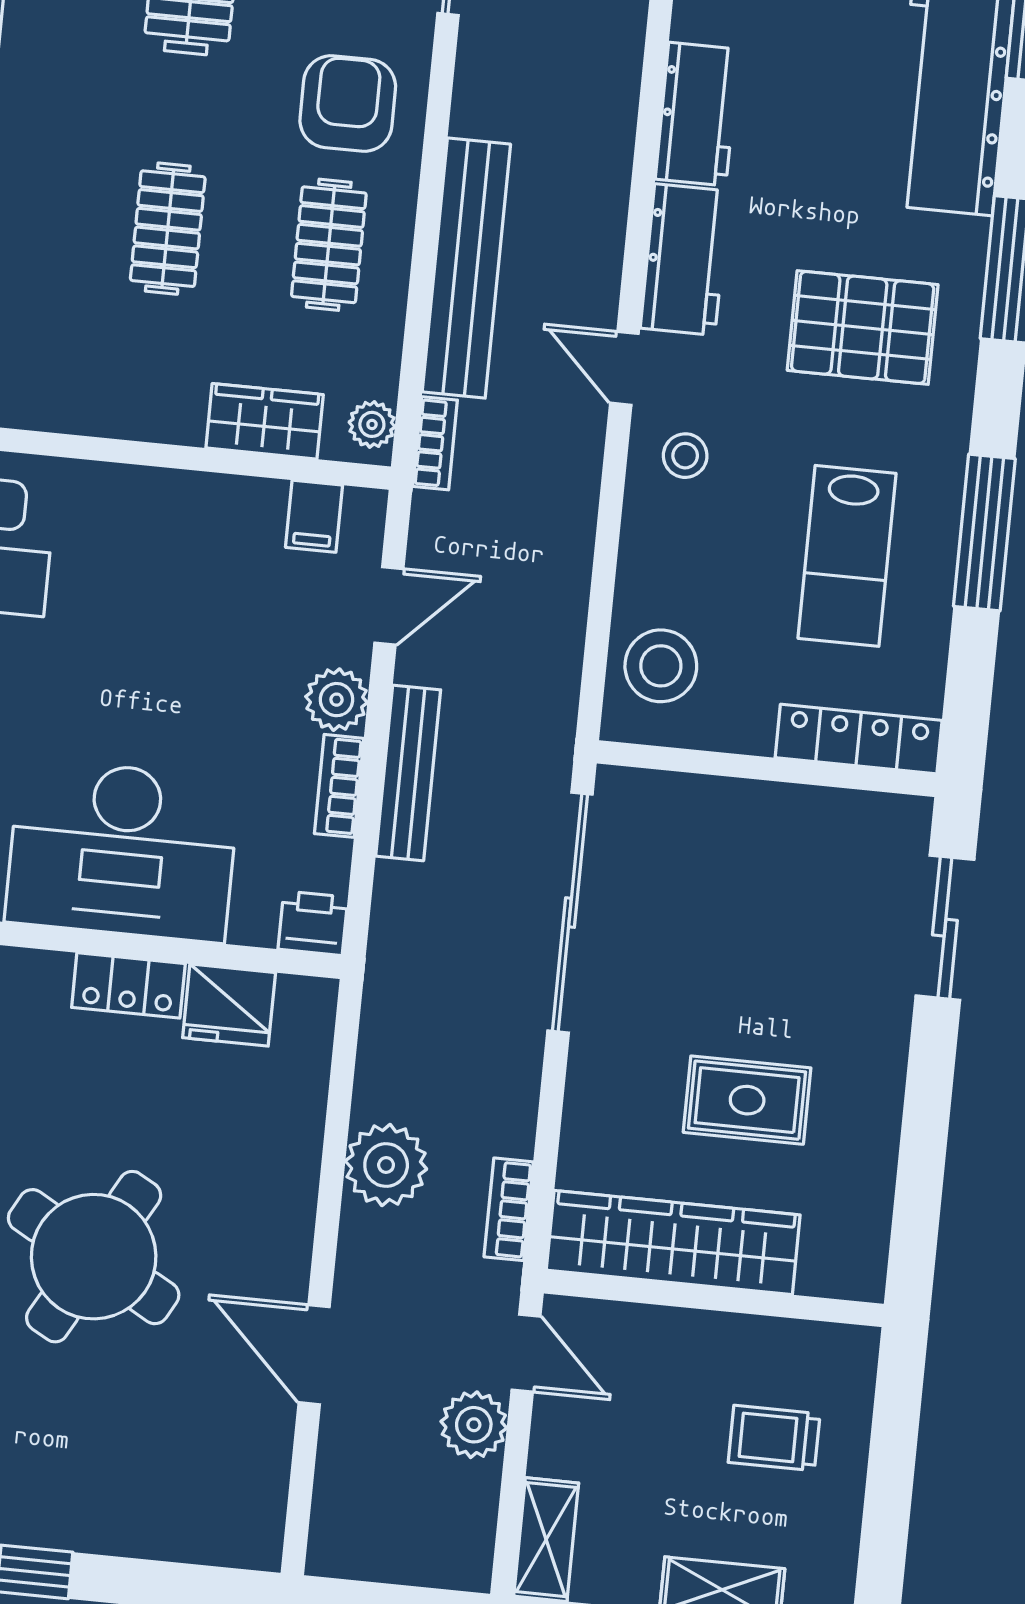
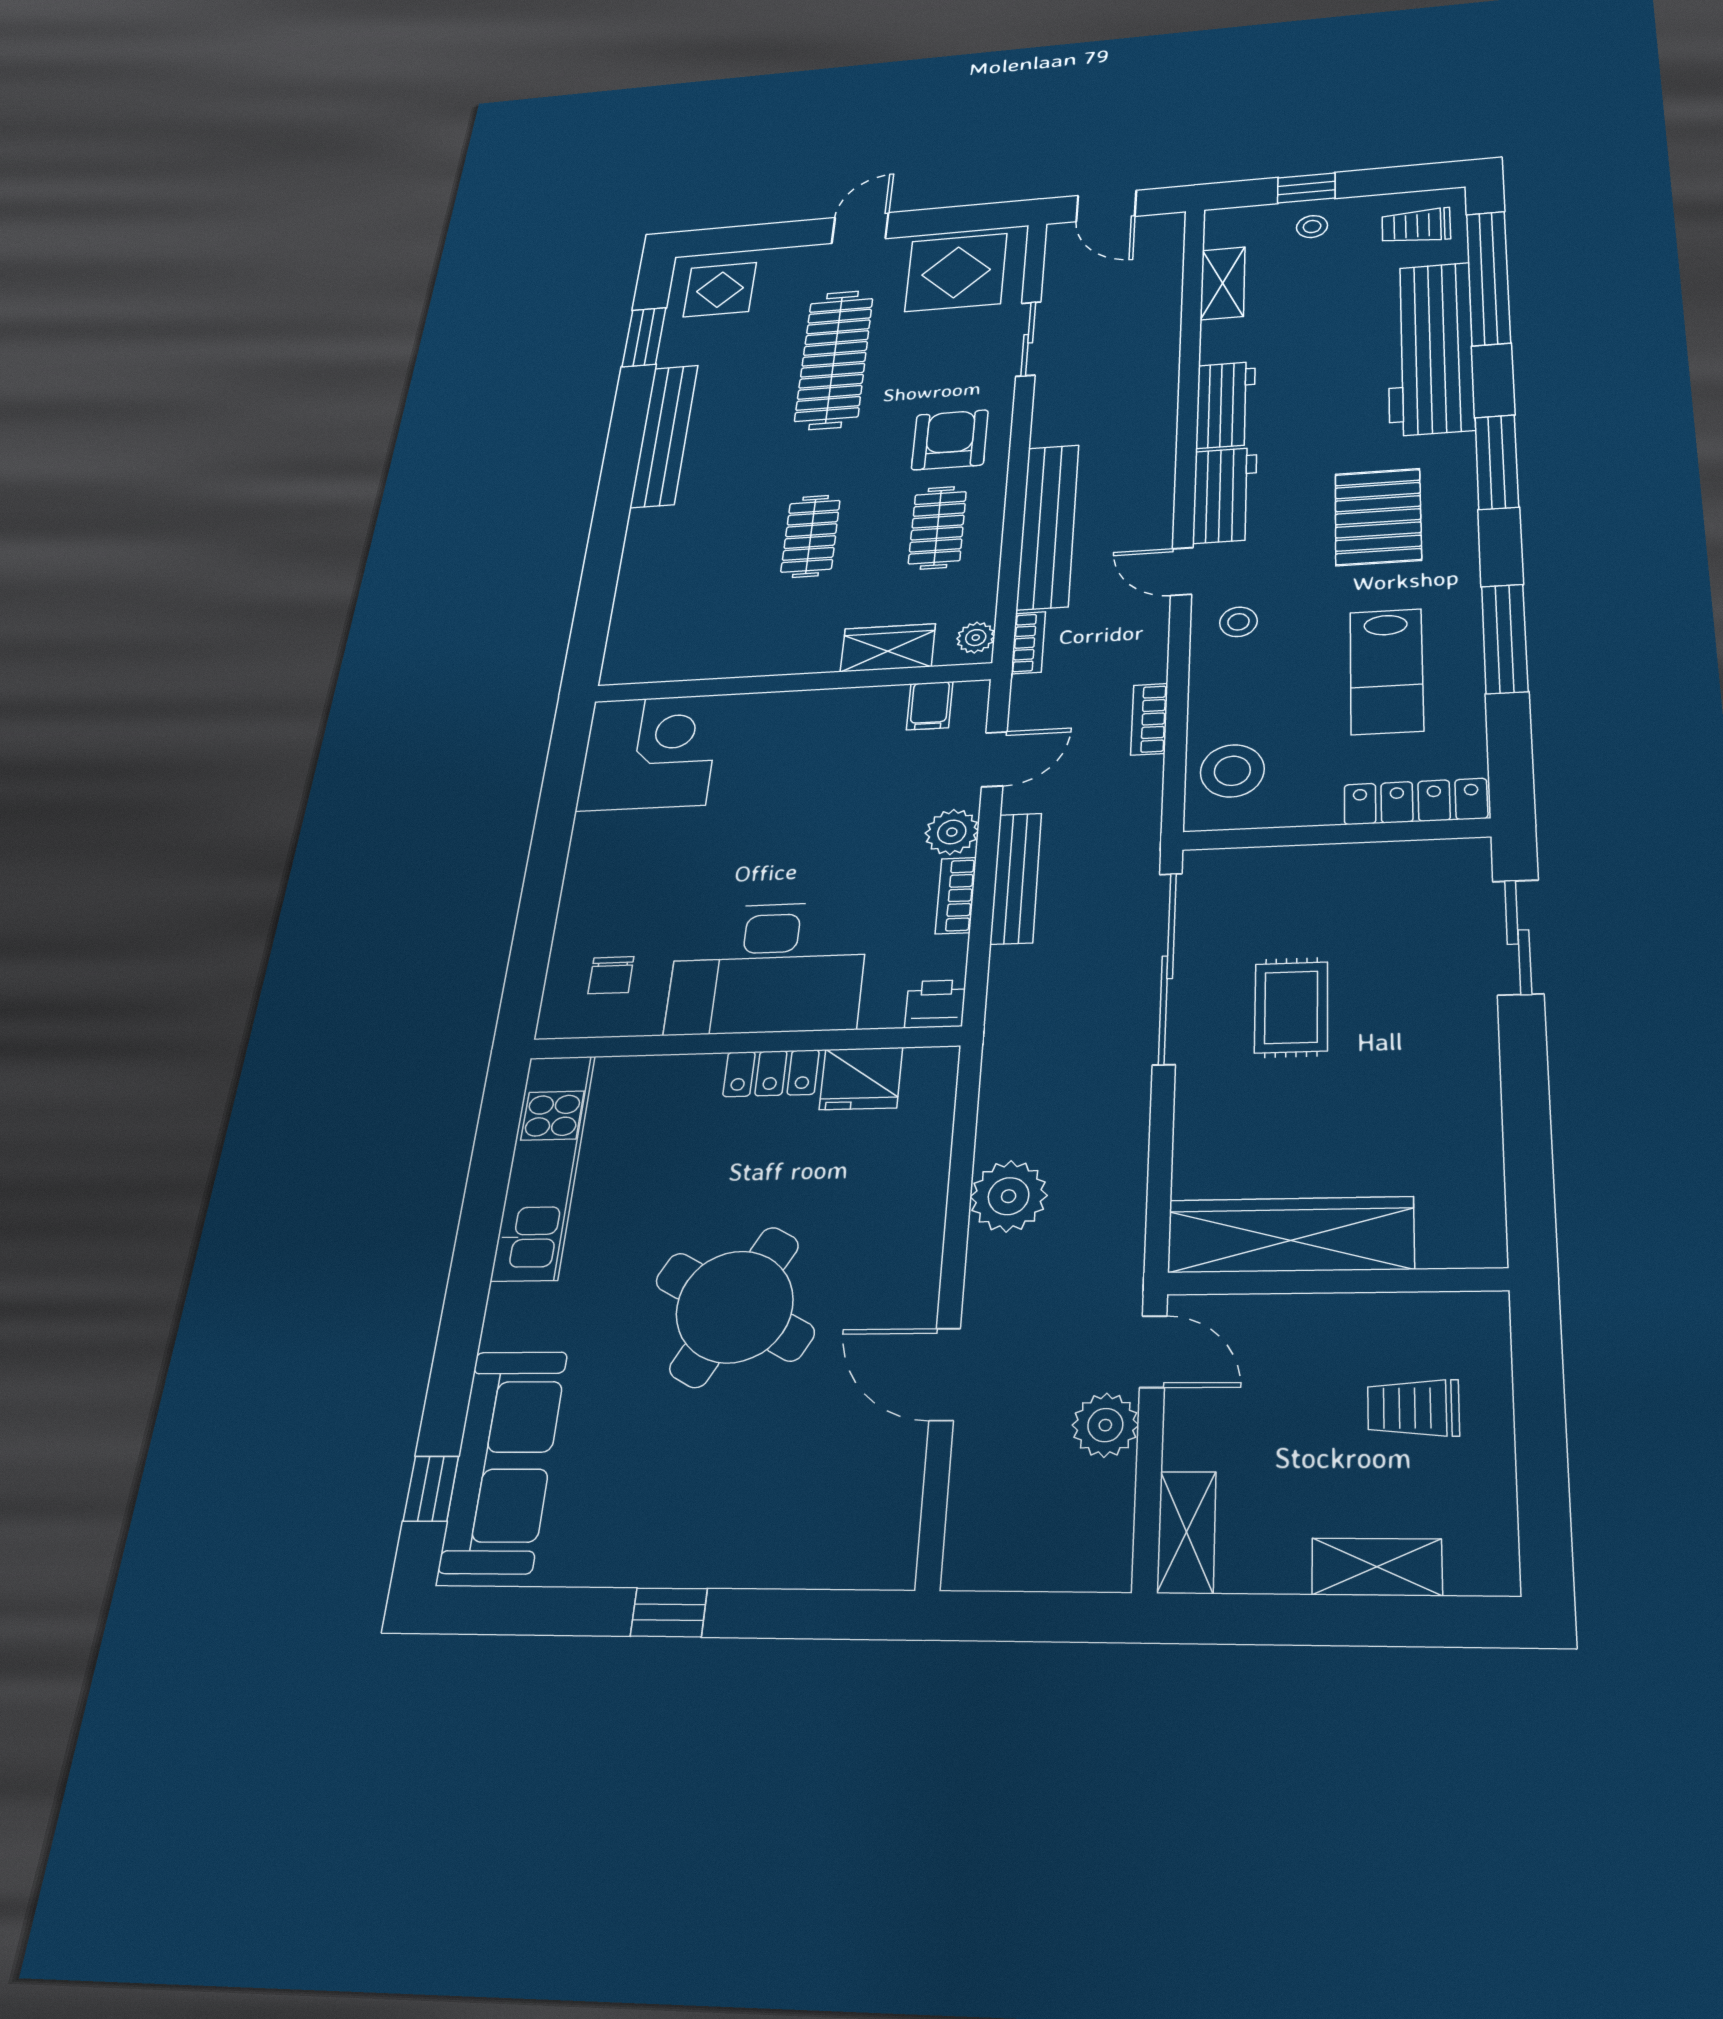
pallet: (863, 327) -> (1378, 517), turned 90
rug: (747, 1100) -> (1291, 1007), moved, turned 90
bookcase: (509, 1209) -> (1149, 719), moved

